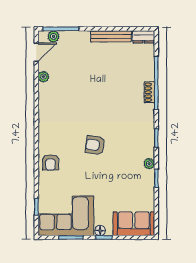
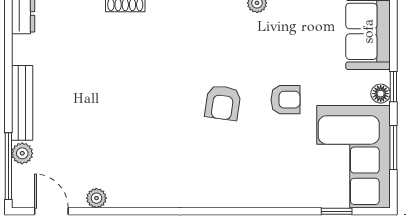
plant: (53, 36) -> (22, 153), moved
bench: (111, 36) -> (22, 103), moved
armchair: (50, 162) -> (285, 100), moved

